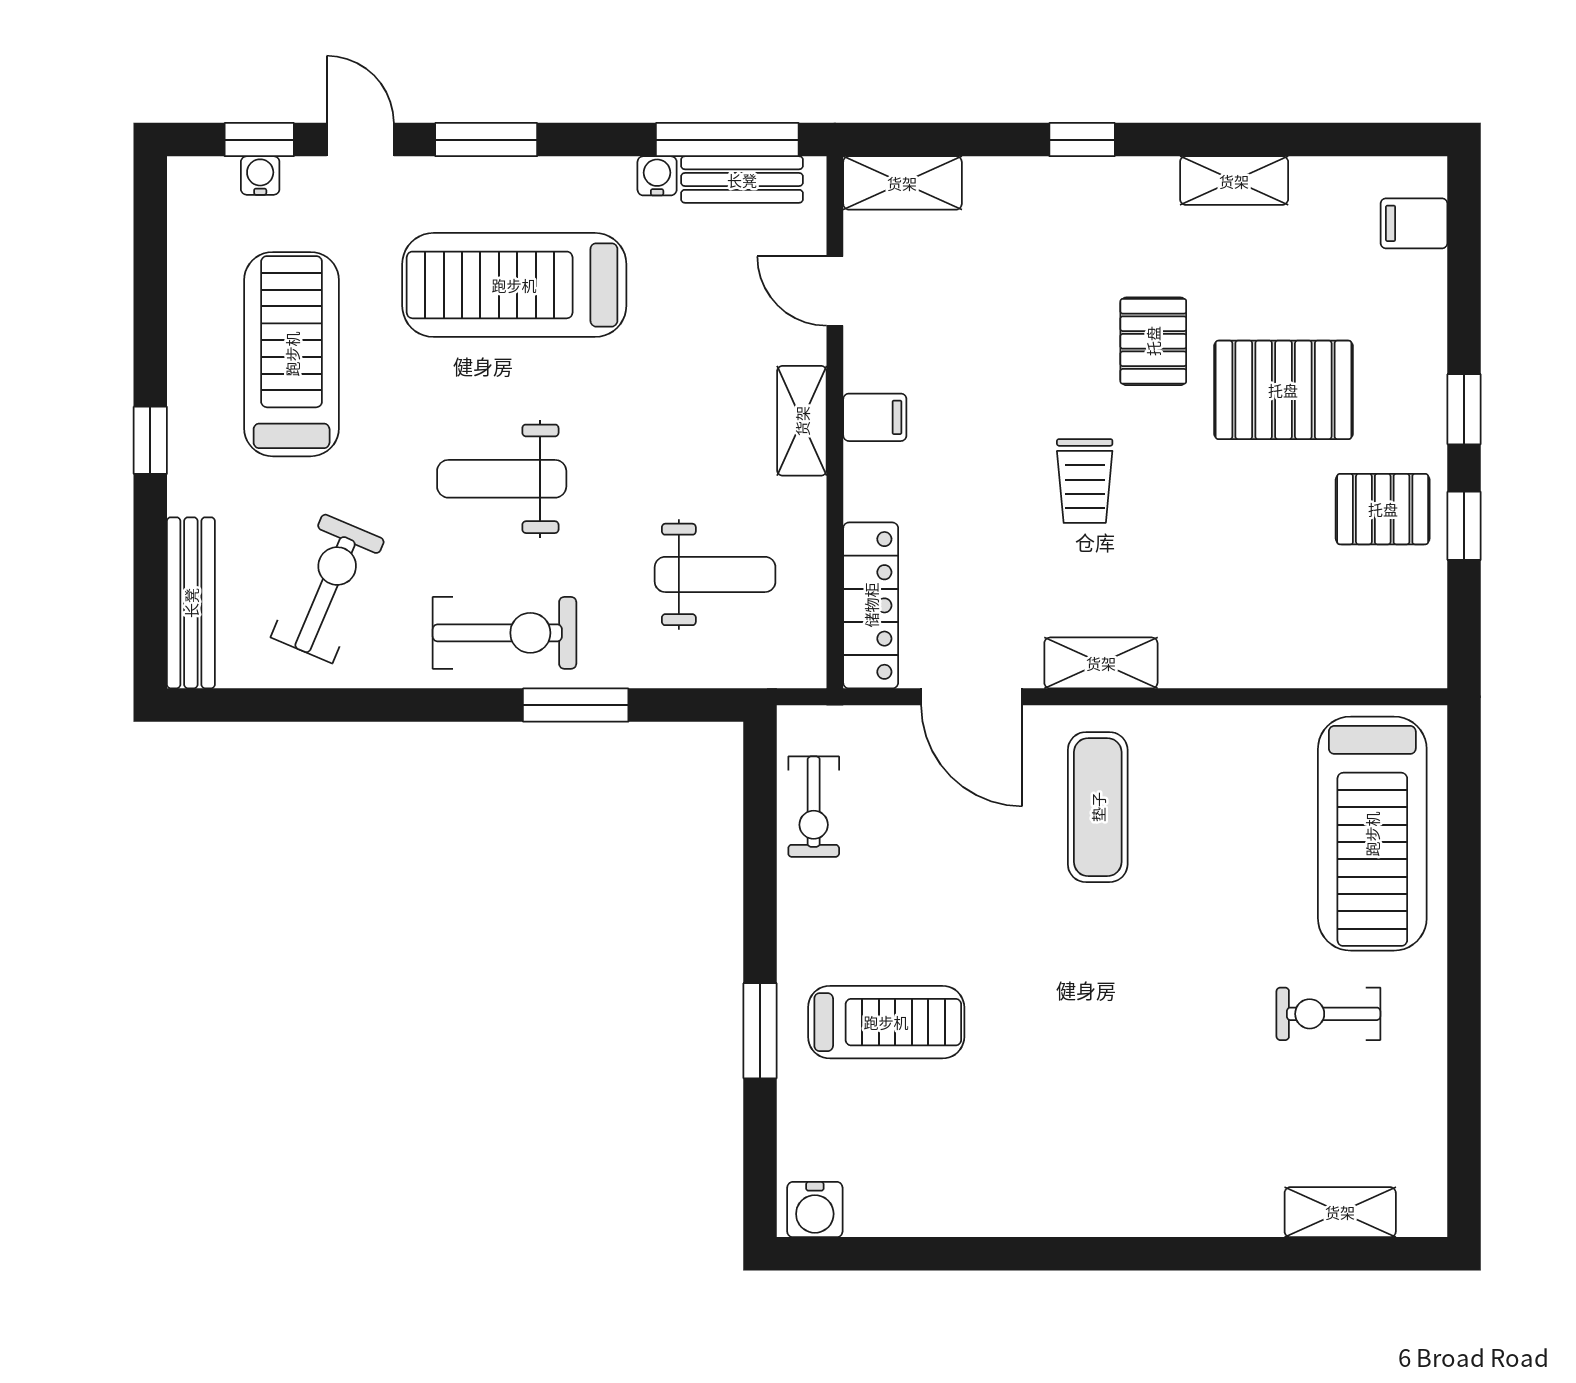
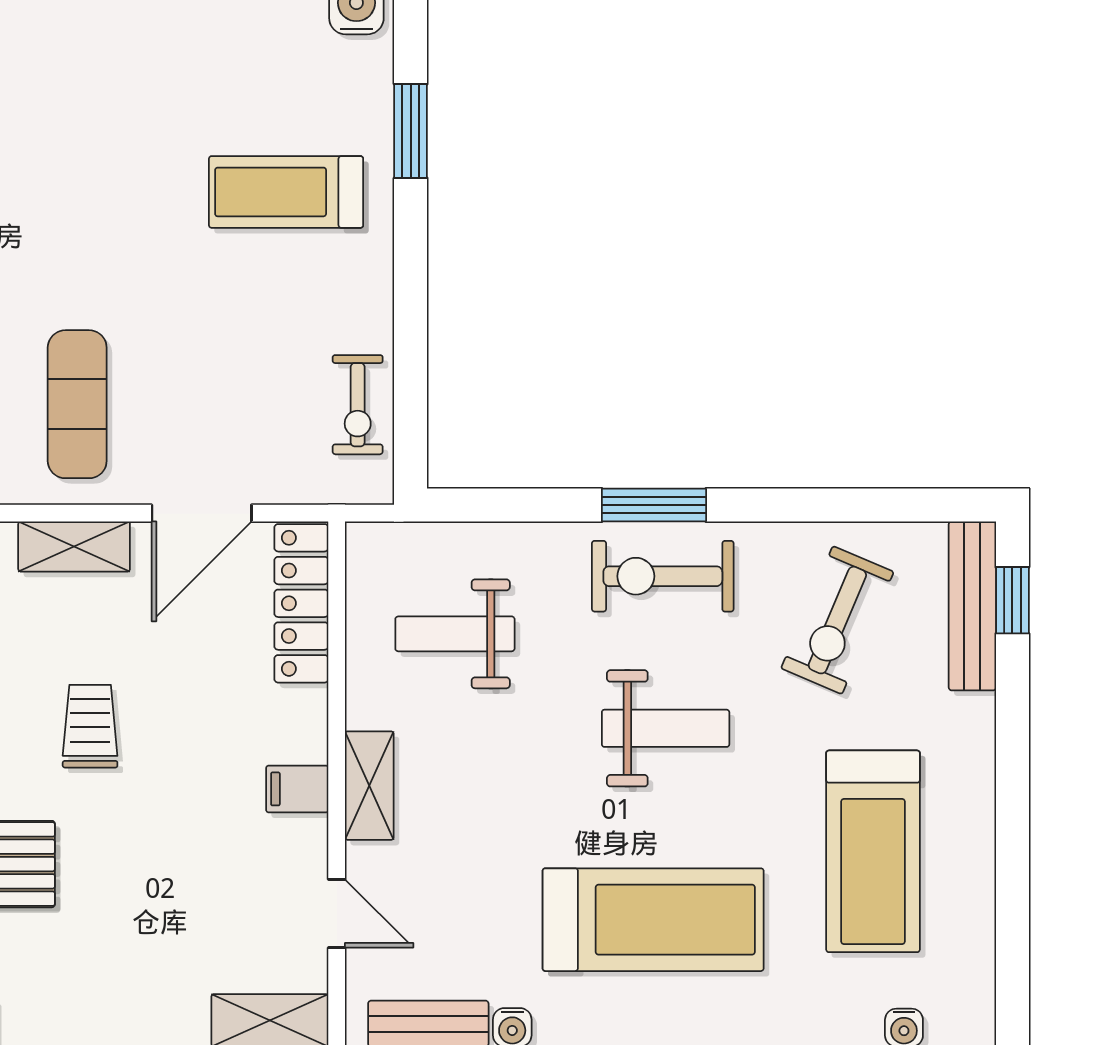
window: (150, 440) -> (1012, 600), moved
door: (972, 697) -> (202, 513), swing flipped
window: (576, 705) -> (654, 505), moved
exercise bike: (814, 807) -> (358, 405), turned 180
window: (760, 1031) -> (411, 131), moved

